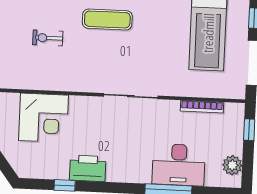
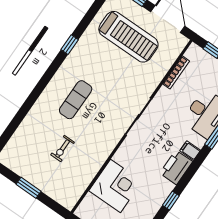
printer: (88, 168) -> (176, 167), moved
filing cabinet: (130, 173) -> (190, 151), added

